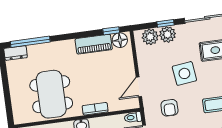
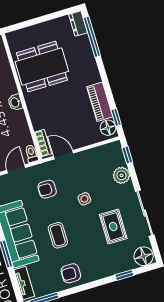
window: (165, 23) -> (127, 155), moved
plant: (150, 37) -> (116, 158), removed
side table: (184, 73) -> (84, 199), width x0.54, depth x0.54
bookcase: (95, 109) -> (43, 143), moved

